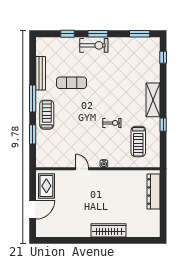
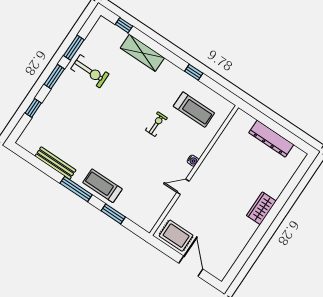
window: (140, 34) -> (74, 48), moved
exercise bike: (94, 45) -> (90, 71), moved, turned 90
exercise mat: (72, 83) -> (87, 138), removed
shelving: (153, 100) -> (142, 53), moved
dresser: (154, 191) -> (271, 139), moved
wardrobe: (109, 230) -> (261, 208), width x0.67

